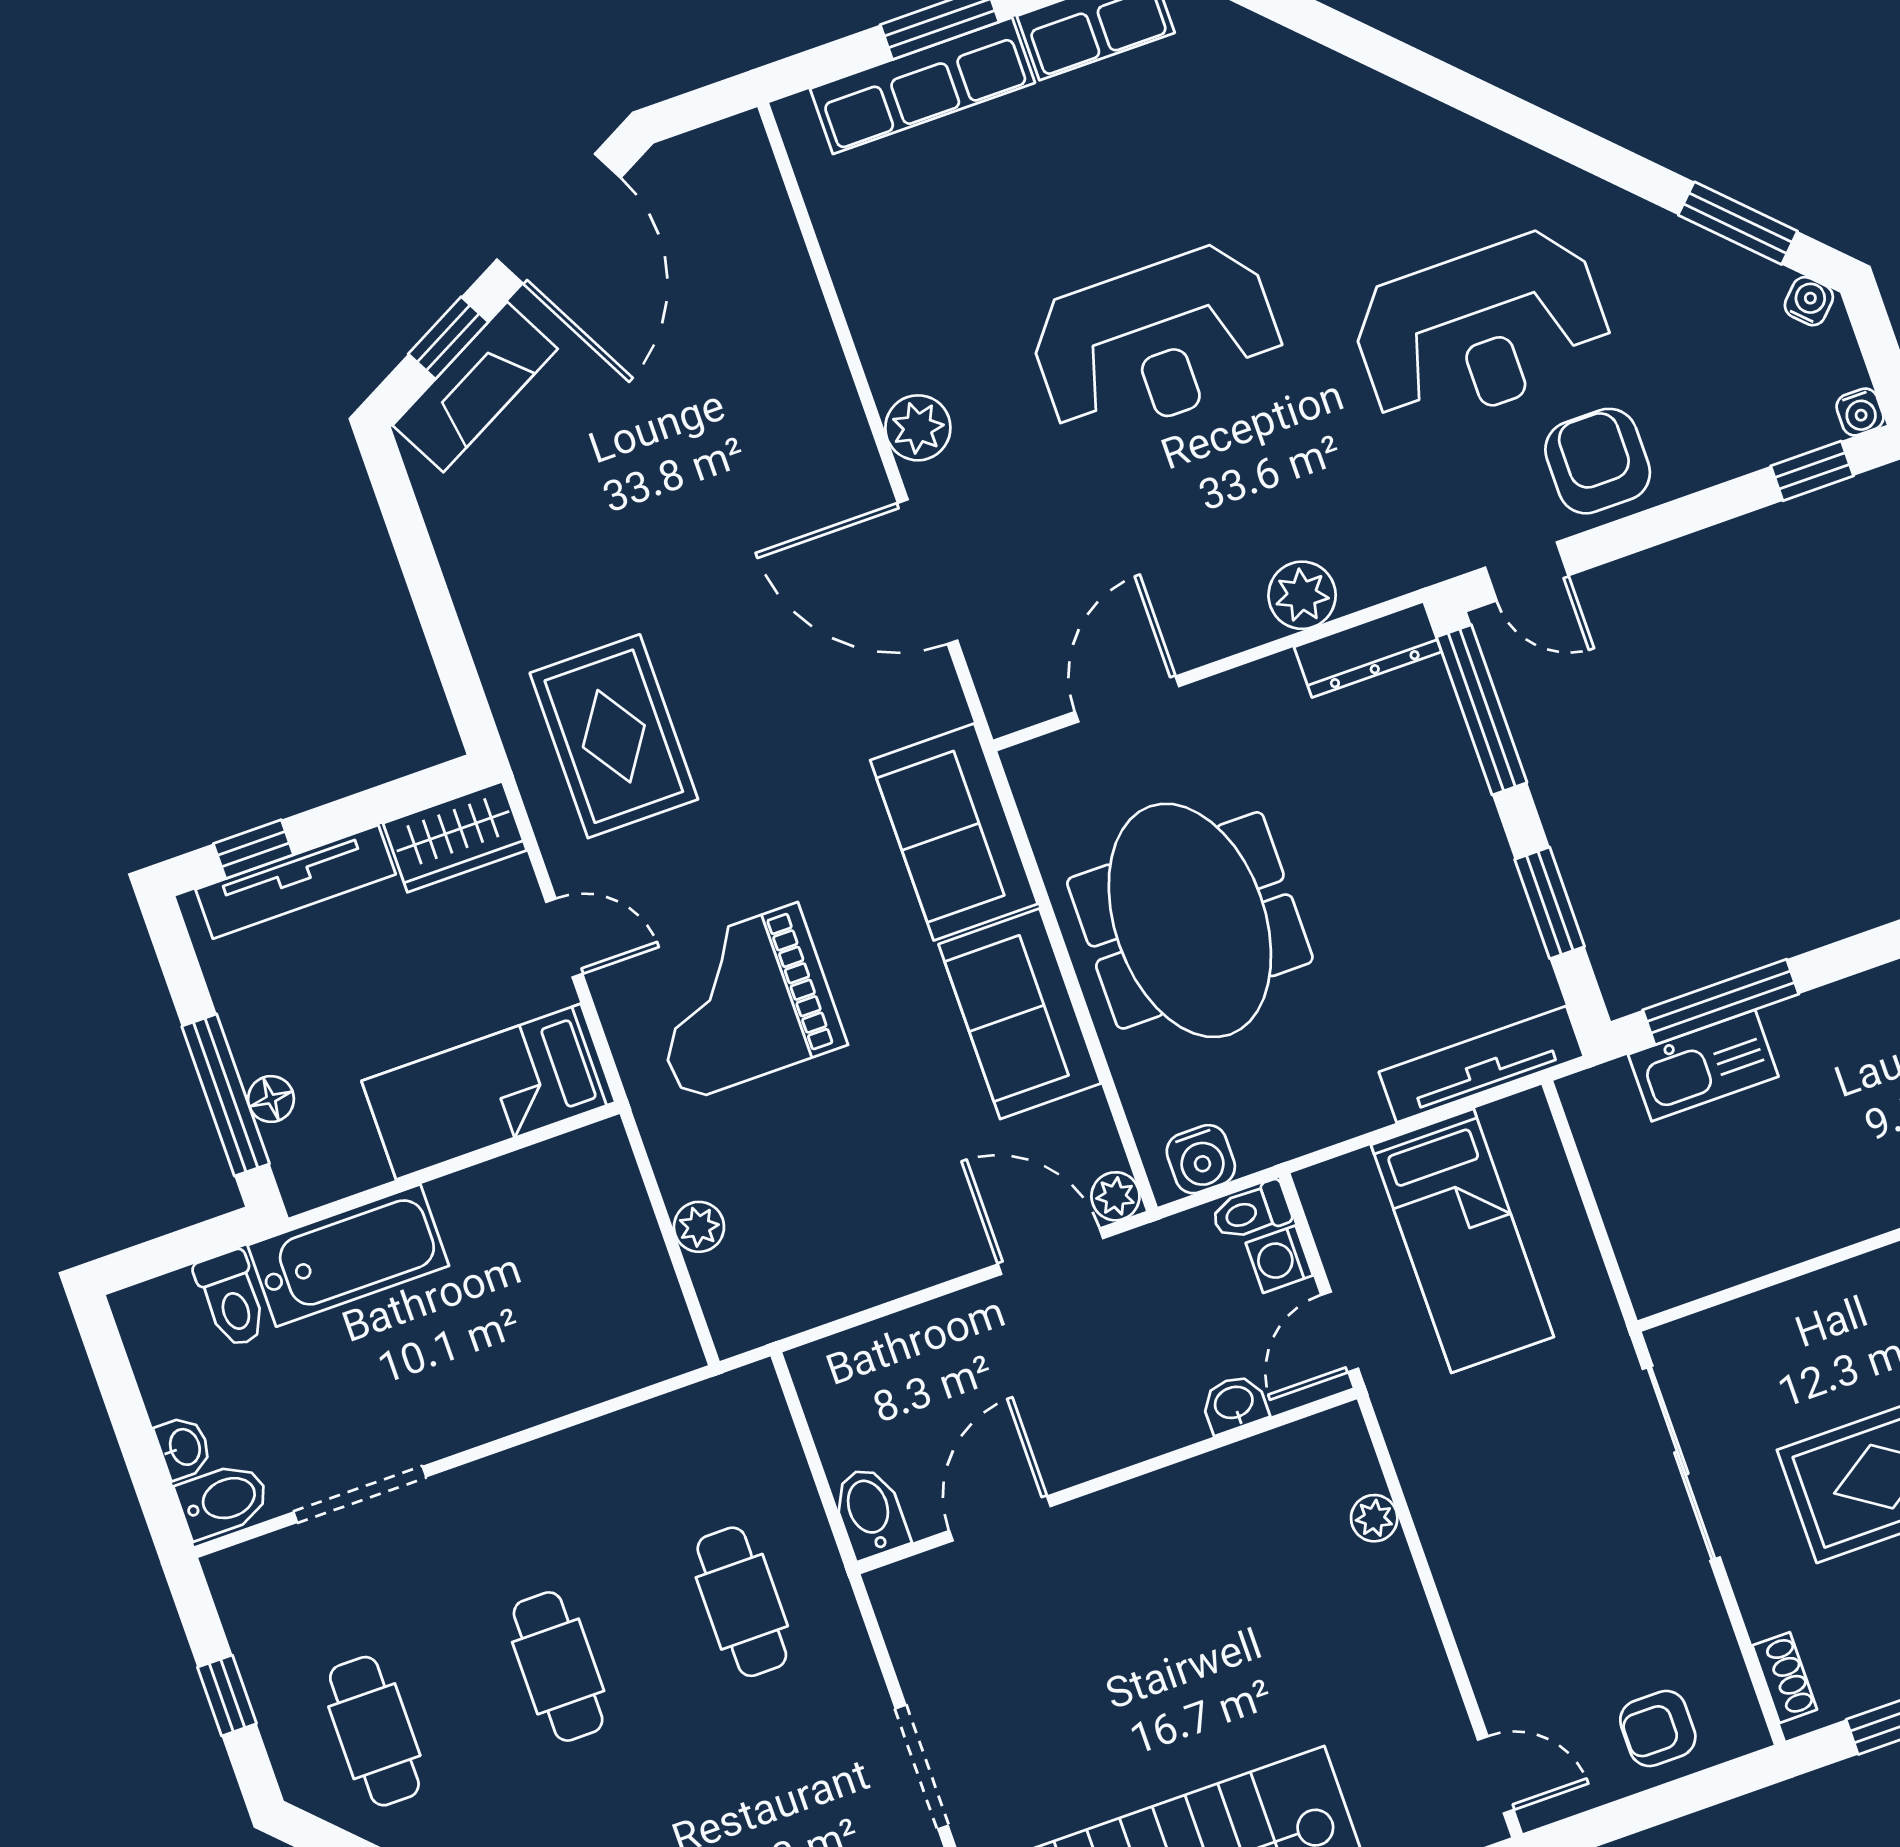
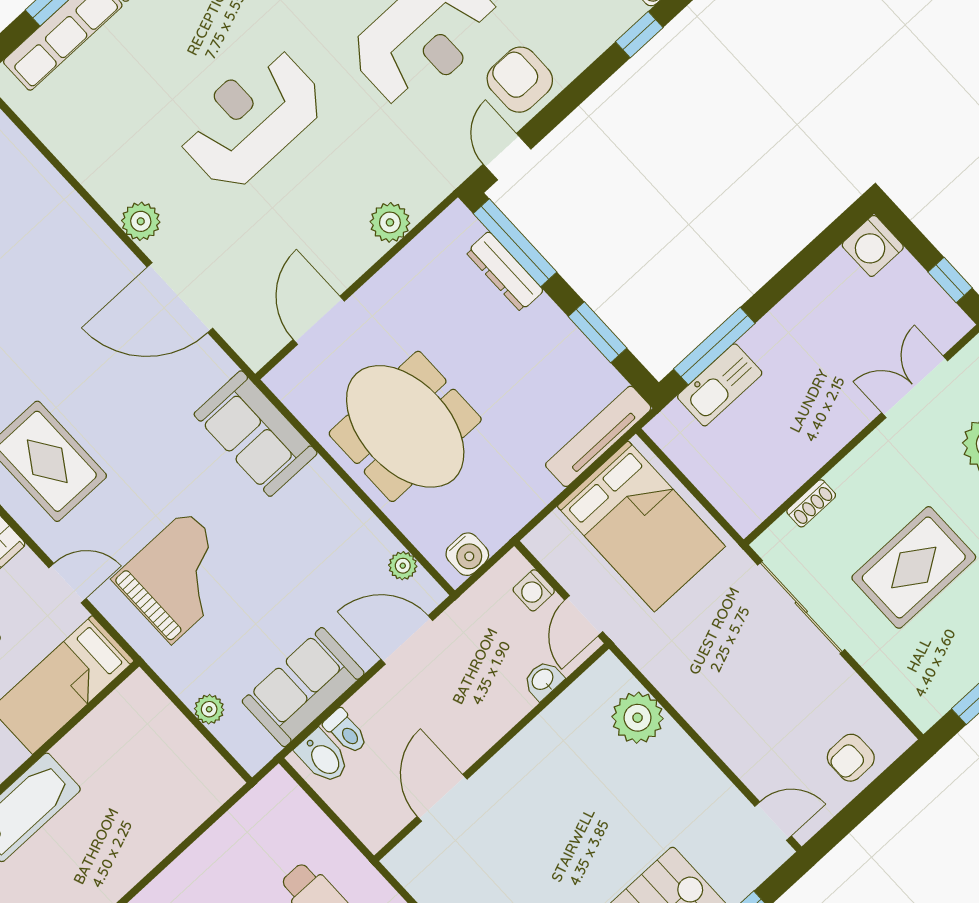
reception desk: (1157, 342) -> (251, 118), turned 180
door: (1527, 571) -> (507, 157), swing flipped
dresser: (1368, 649) -> (505, 271), moved, turned 90
grand piano: (740, 1002) -> (179, 577), turned 180
sofa: (1020, 1014) -> (303, 687), moved, turned 90
plant: (1115, 1196) -> (403, 566), moved
toilet: (1251, 1211) -> (346, 731), moved, turned -90
bed: (1462, 1241) -> (641, 526), width x1.50
bidet: (870, 1512) -> (323, 757), moved, turned 180
plant: (1374, 1518) -> (638, 718), width x1.88, depth x1.88
shoe rack: (1785, 1678) -> (811, 503), moved, turned 90

